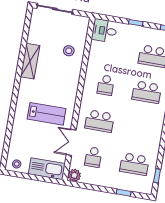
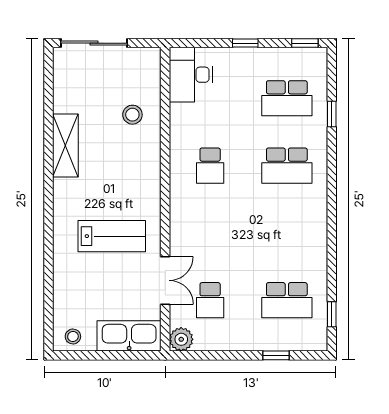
desk: (104, 31) -> (191, 75), width x1.37
school desk: (99, 121) -> (210, 233), removed
double door: (71, 142) -> (165, 280), swing flipped

